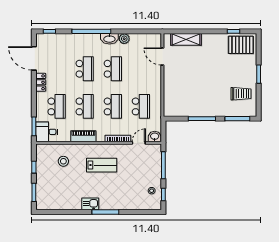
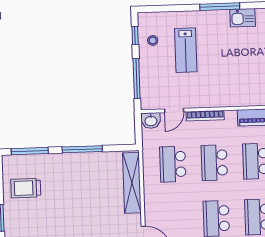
shelving: (169, 95) -> (132, 183), added
lab bench: (102, 165) -> (186, 50), moved, turned -90

